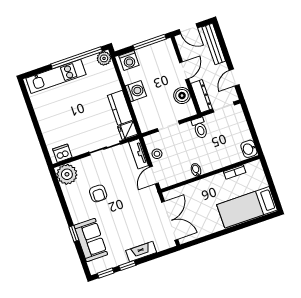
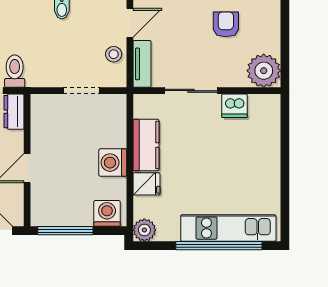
window: (77, 58) -> (219, 246), moved
boiler: (182, 96) -> (44, 131), removed
dresser: (201, 96) -> (14, 112), width x0.70
toilet: (200, 128) -> (15, 71), moved
fridge: (128, 130) -> (146, 184), moved
dishwasher: (62, 153) -> (234, 106), moved

